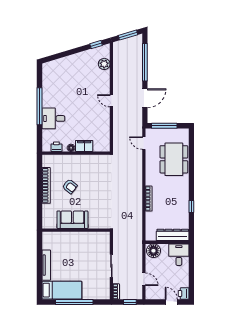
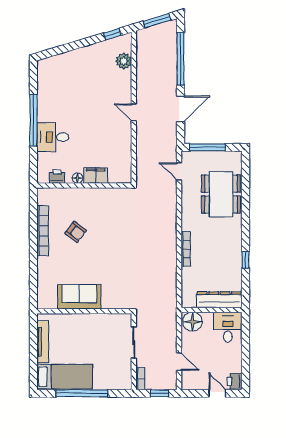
sofa: (72, 220) -> (79, 297), moved
wall: (76, 230) -> (84, 311), moved

